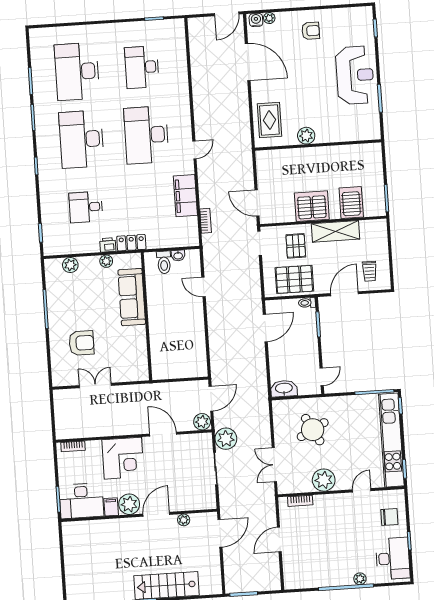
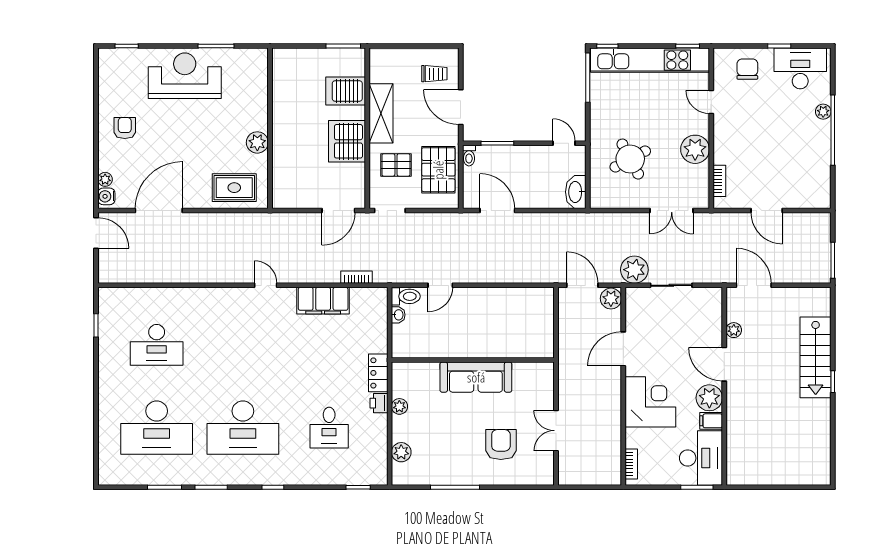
desk: (146, 135) -> (243, 345), removed
toilet: (164, 262) -> (406, 296), moved
sofa: (132, 297) -> (476, 377), moved

